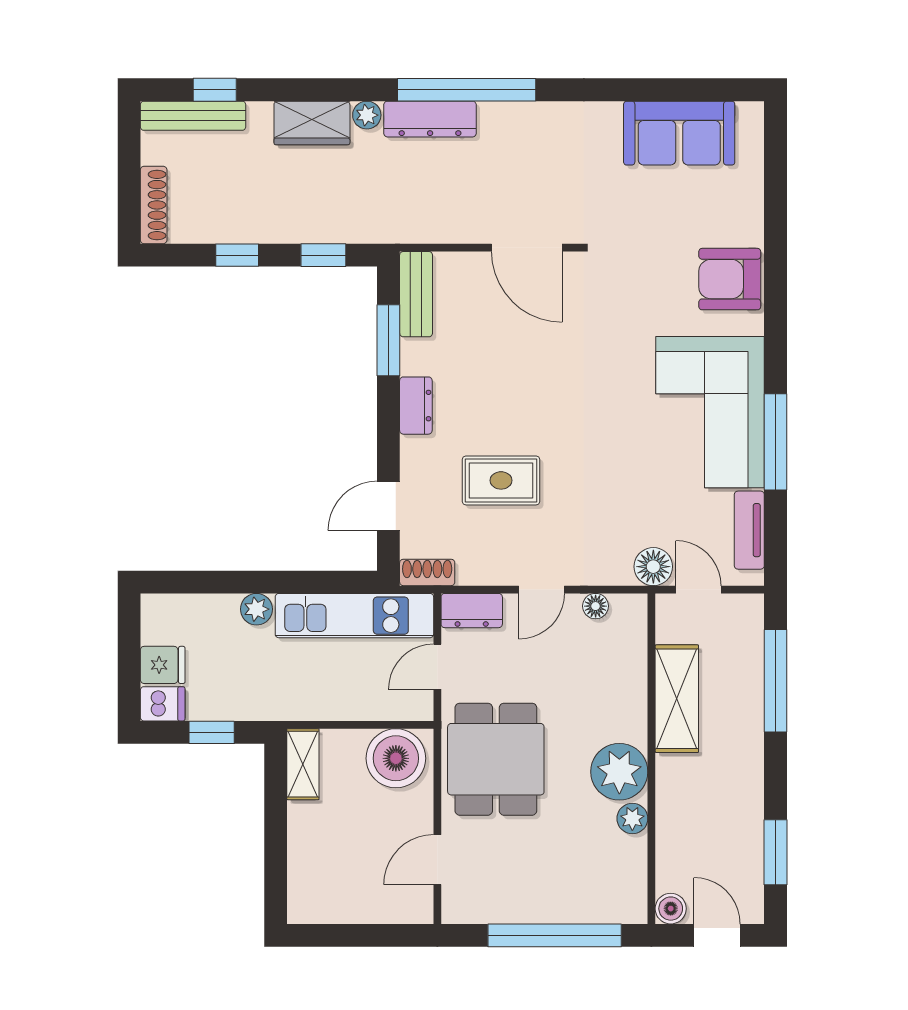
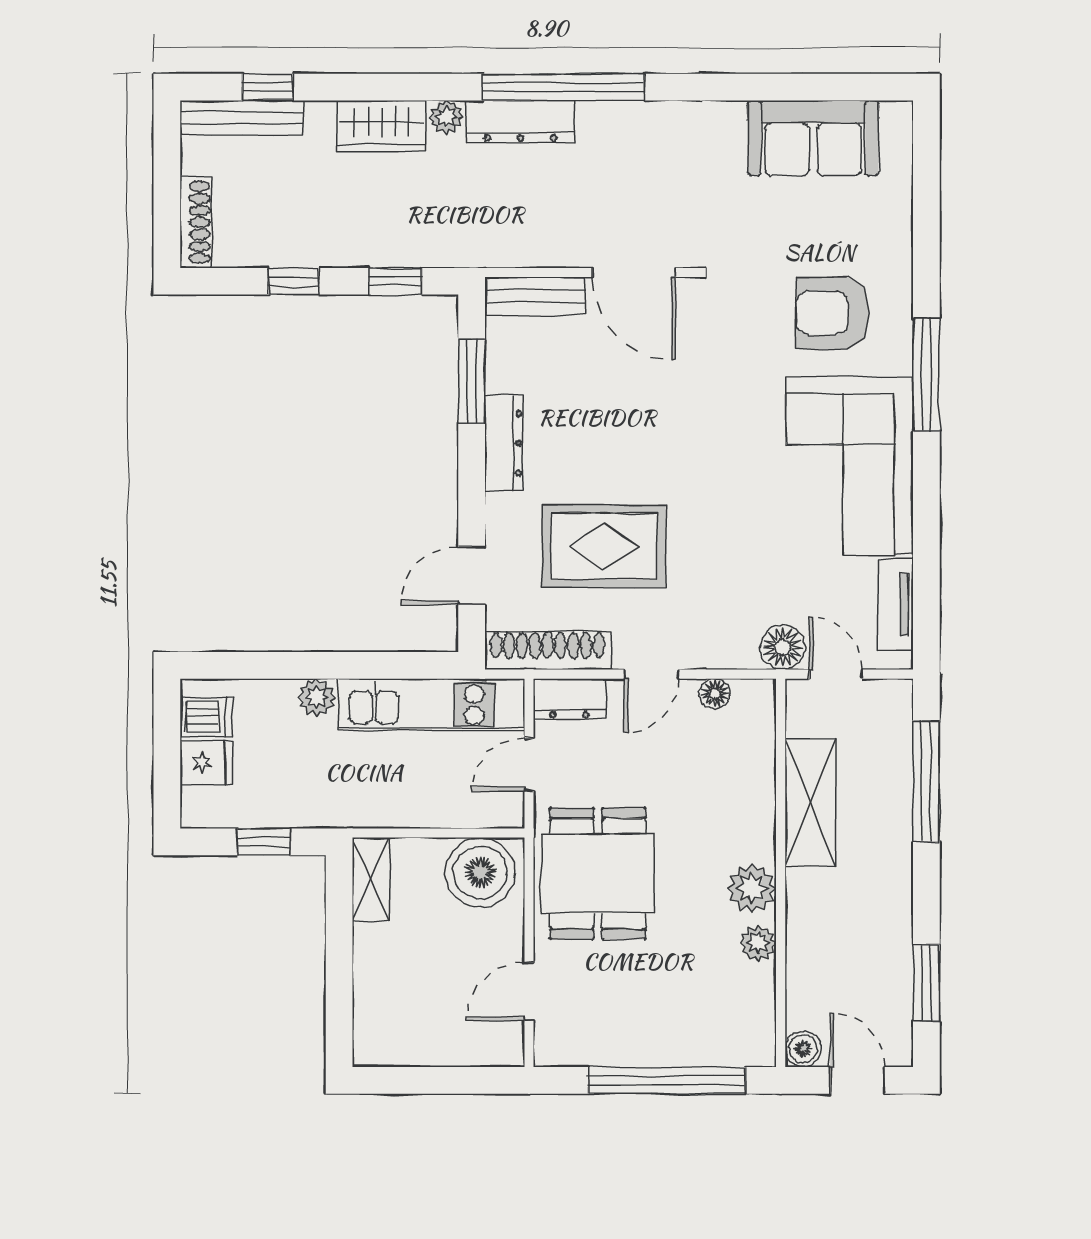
armchair: (730, 279) -> (832, 313), moved
bench: (416, 294) -> (535, 296), moved, turned 90
dresser: (416, 406) -> (504, 443), width x1.44
window: (776, 442) -> (926, 375), moved
rug: (501, 480) -> (604, 546), width x1.36, depth x1.43
shoe rack: (427, 572) -> (548, 650), width x1.94, depth x1.24
dishwasher: (163, 704) -> (206, 717), moved
plant: (619, 772) -> (752, 888), width x0.73, depth x0.73

